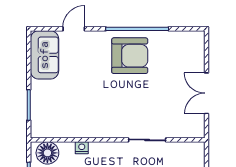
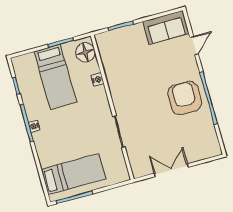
door: (74, 29) -> (194, 46), hinge flipped
armchair: (130, 56) -> (185, 98), turned 180

